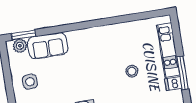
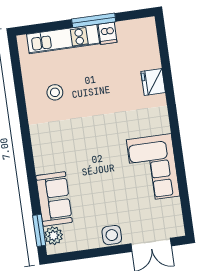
stool: (132, 71) -> (55, 92), moved
side table: (30, 82) -> (112, 235), moved

